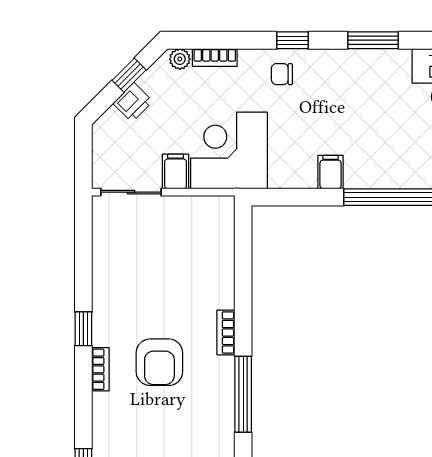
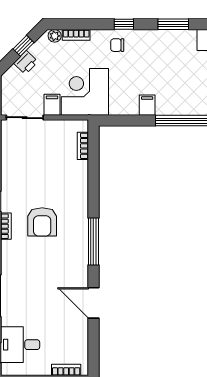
bookcase: (226, 332) -> (83, 146), moved

